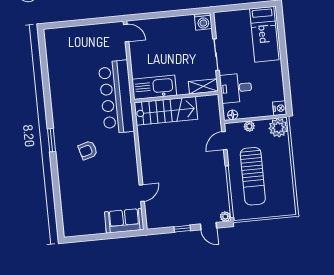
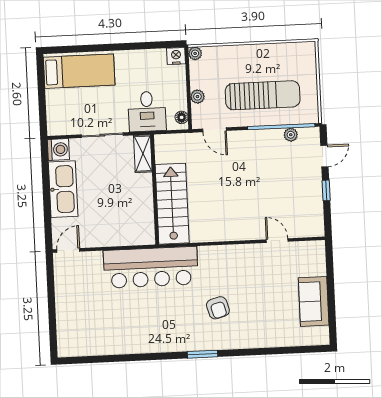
kitchen sink: (154, 87) -> (63, 189), moved, turned 180
plant: (278, 128) -> (195, 53), width x0.53, depth x0.53
plant: (225, 217) -> (291, 135), moved
sofa: (124, 221) -> (314, 301), moved

